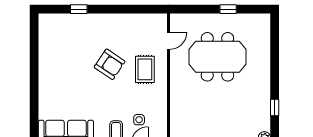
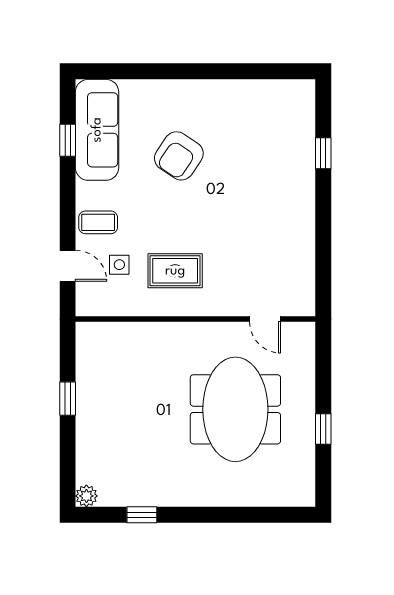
armchair: (110, 64) -> (179, 156), moved
rug: (145, 69) -> (175, 271), moved

